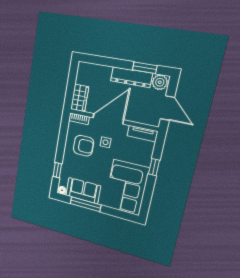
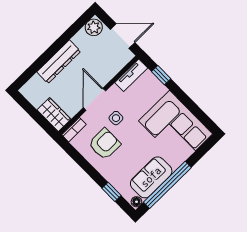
window: (145, 68) -> (71, 32), removed
dresser: (131, 77) -> (59, 62), moved
door: (108, 119) -> (94, 99), width x0.73
window: (154, 167) -> (161, 75), moved
window: (86, 204) -> (167, 185), width x1.46

